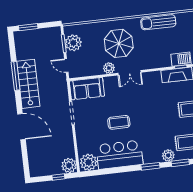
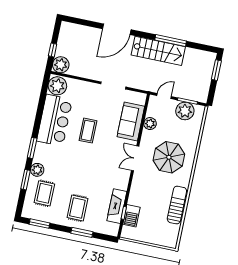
plant: (109, 68) -> (150, 124), moved
sofa: (87, 89) -> (131, 121), moved

